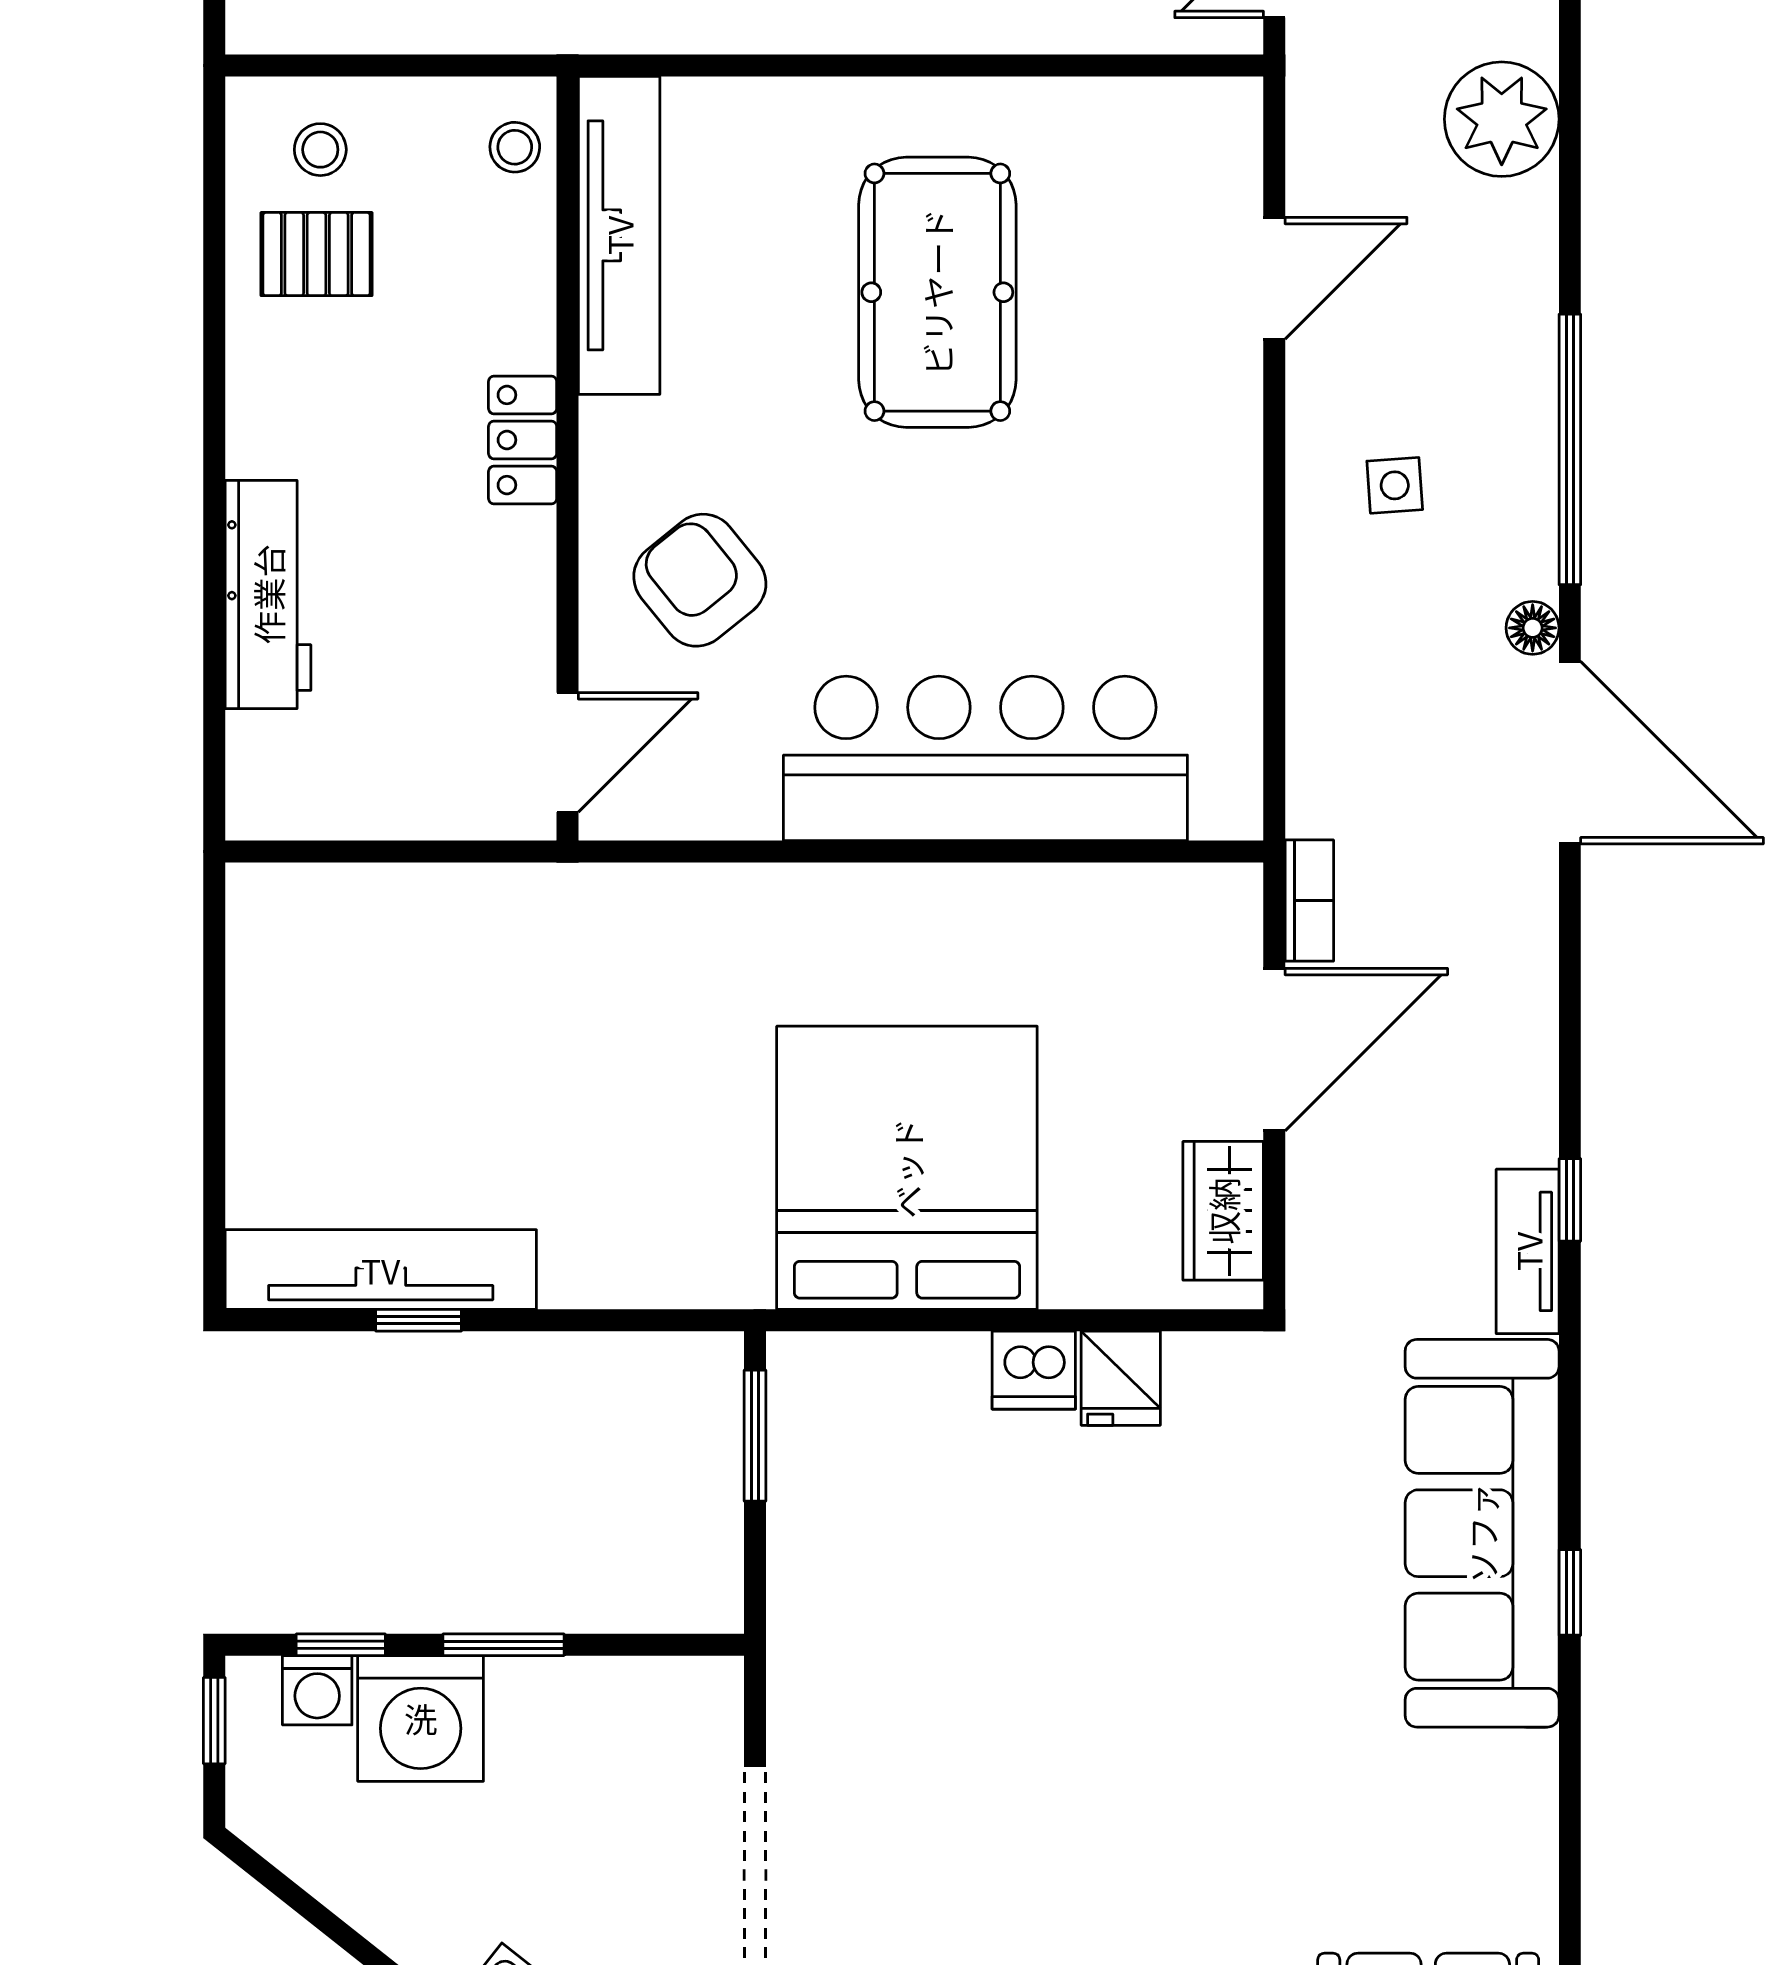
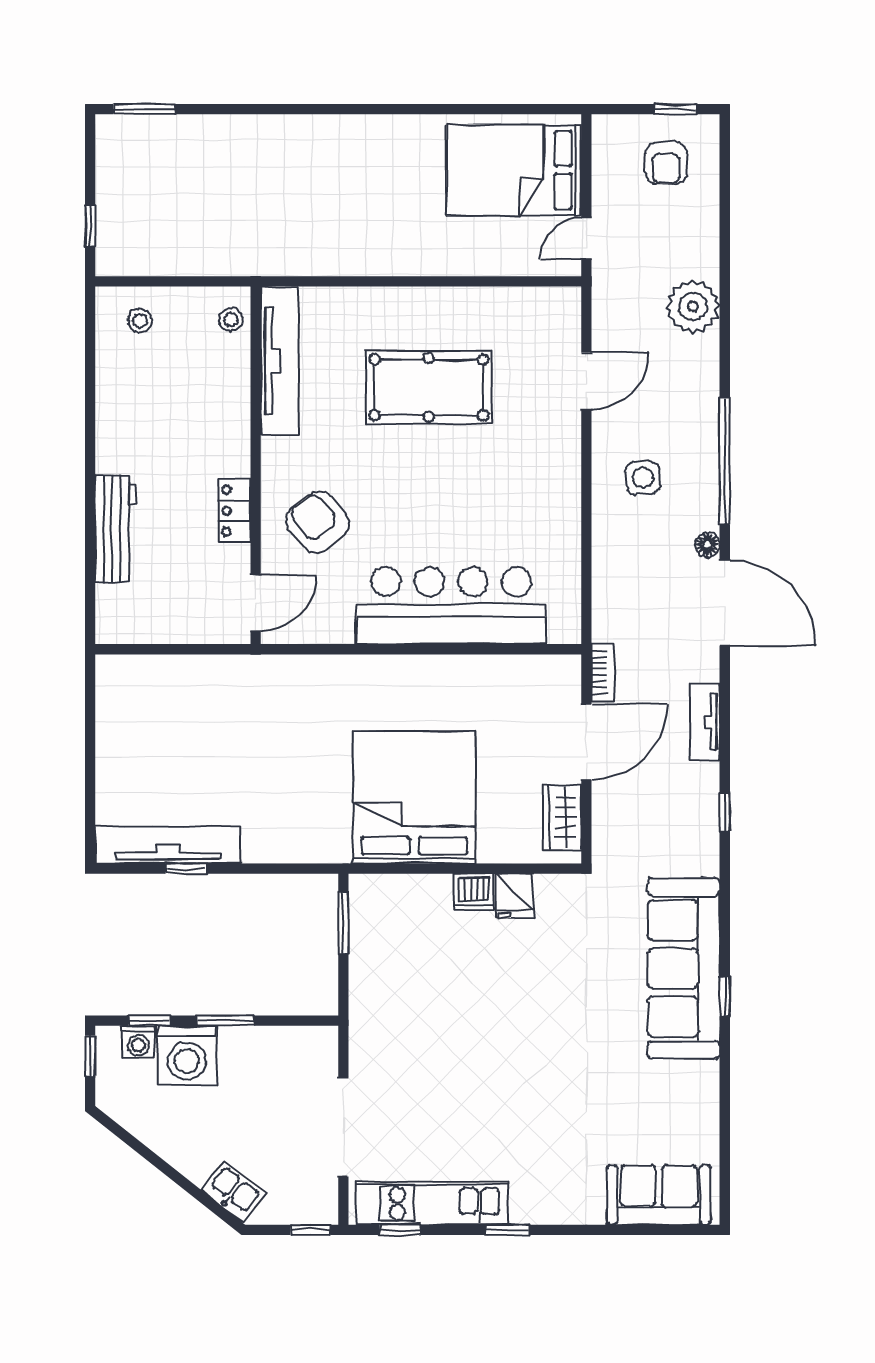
pallet: (317, 254) -> (138, 370), removed
pool table: (937, 292) -> (429, 387), turned 90
locker: (523, 440) -> (235, 511), moved
side table: (1395, 485) -> (643, 478), width x1.37, depth x1.37
tv unit: (1528, 1251) -> (705, 722), moved

